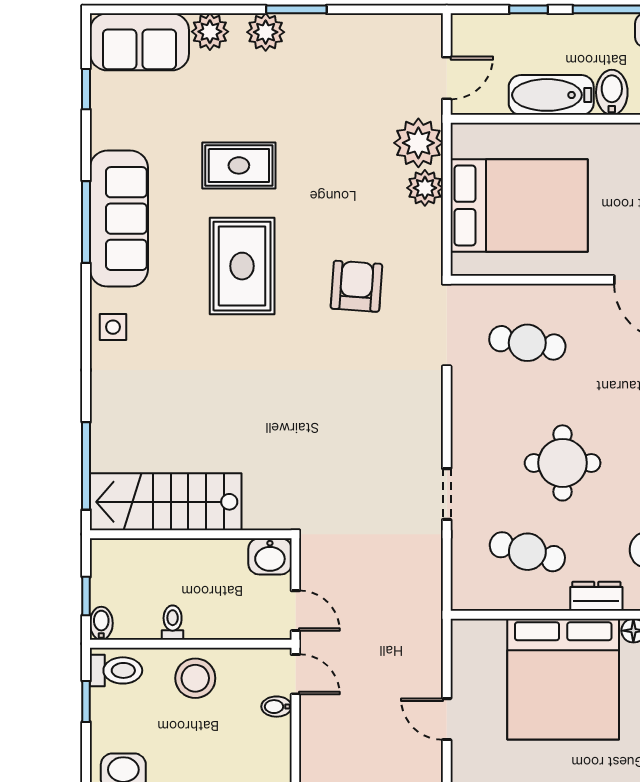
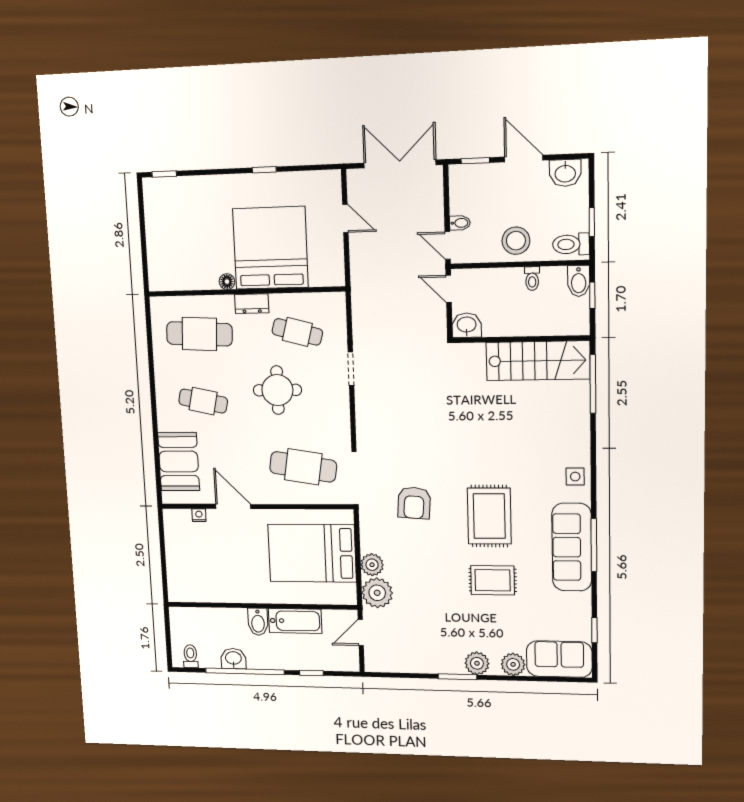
cafe table: (527, 343) -> (303, 467), width x1.37, depth x1.35
bidet: (101, 623) -> (579, 281), width x1.38, depth x1.36

